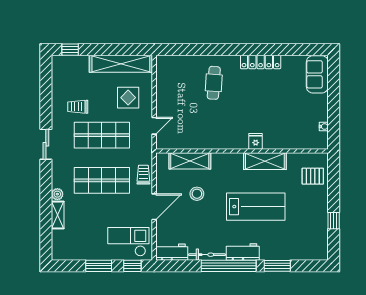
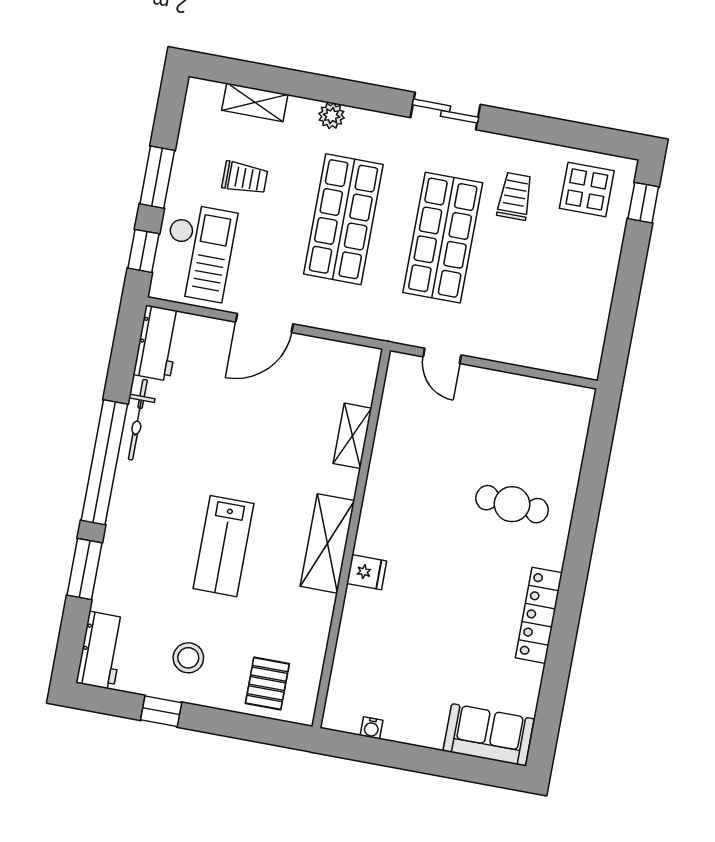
shelving: (121, 64) -> (592, 308), removed
display table: (128, 98) -> (587, 189), moved
shelving: (190, 161) -> (352, 436), width x0.67, depth x0.75
shelving: (265, 161) -> (327, 543), moved
trolley: (143, 175) -> (245, 178), moved
stool: (197, 194) -> (188, 658), moved
door: (154, 207) -> (264, 323), hinge flipped
lab bench: (256, 207) -> (223, 546), width x0.73, depth x0.72
shelving: (58, 215) -> (255, 102), moved
workbench: (243, 252) -> (101, 650), moved

